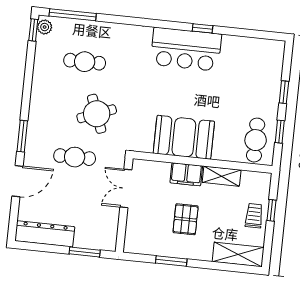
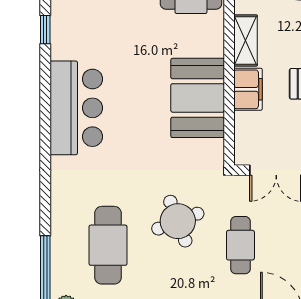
window: (203, 28) -> (45, 30), moved
cafe table: (85, 62) -> (108, 245), width x1.37, depth x1.35

